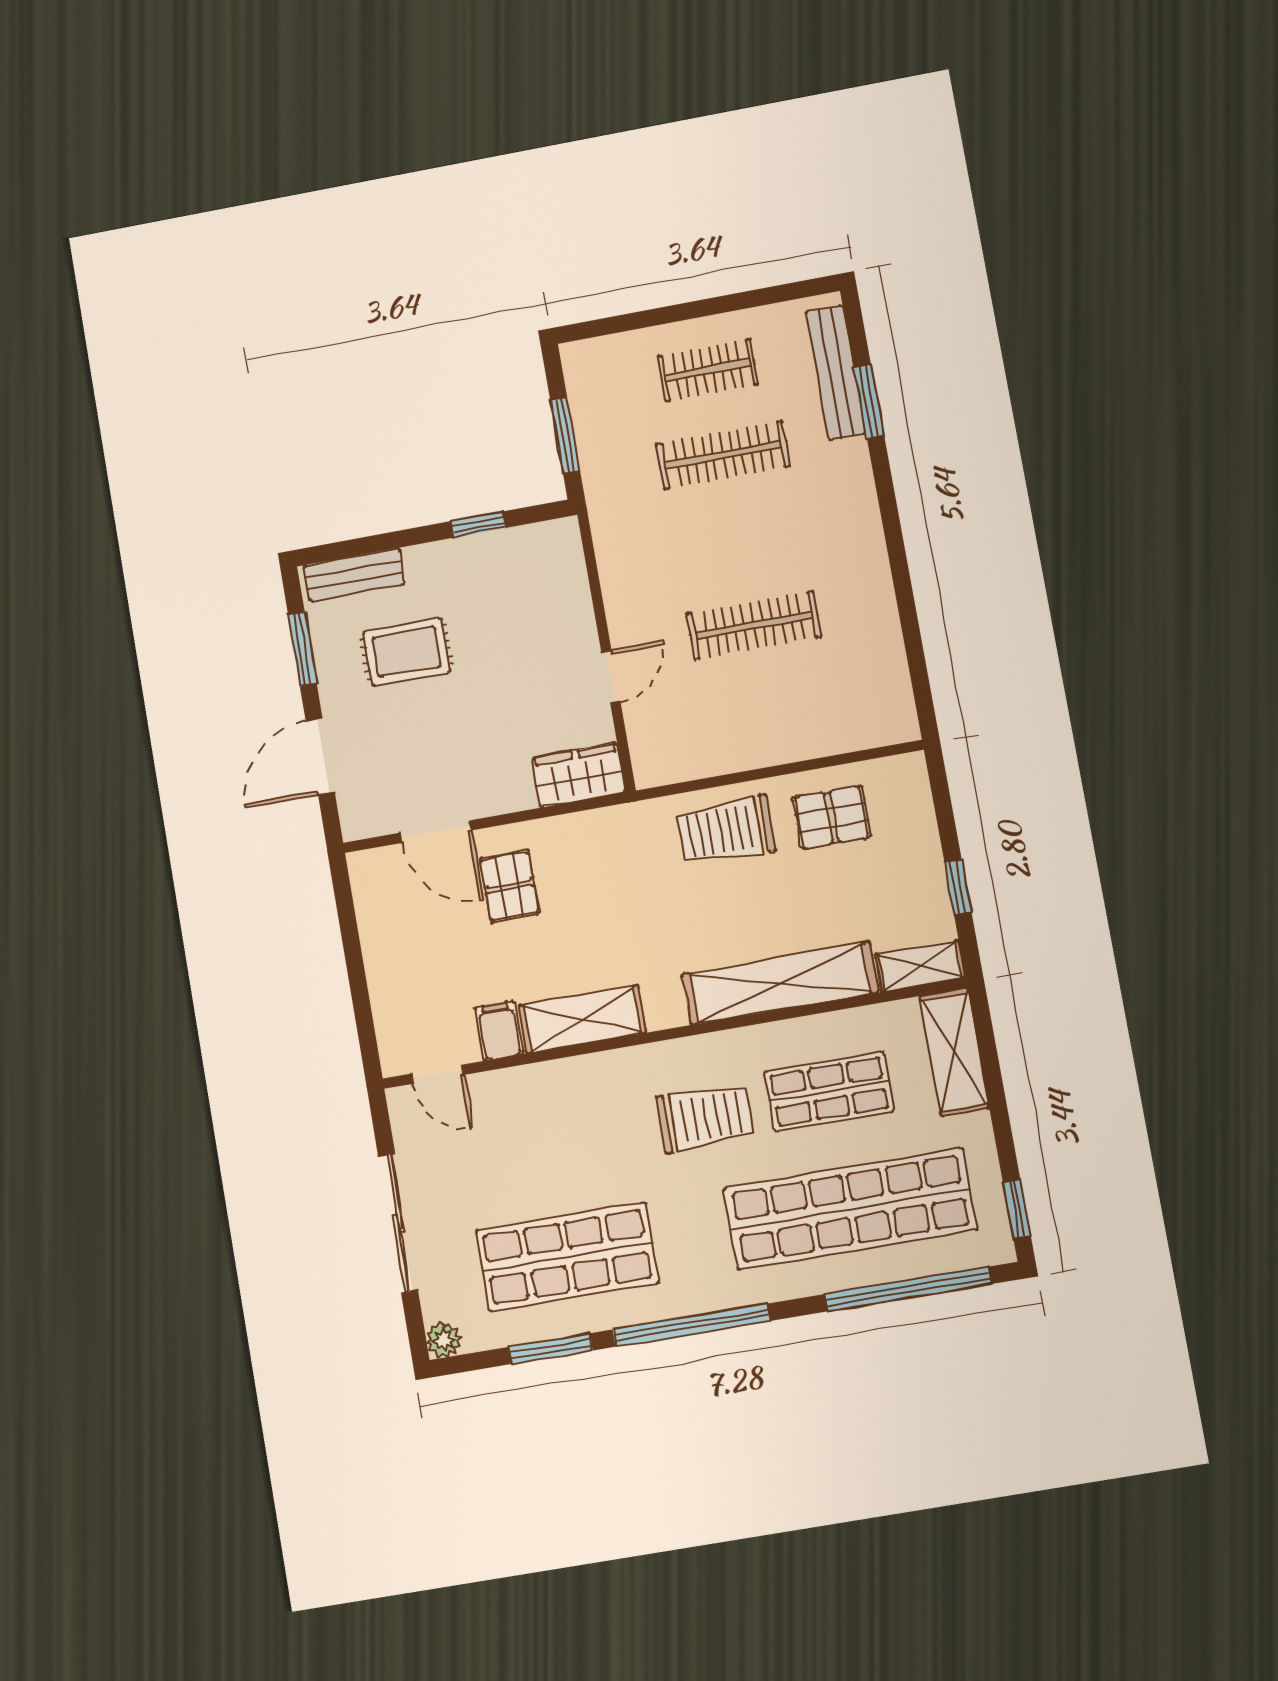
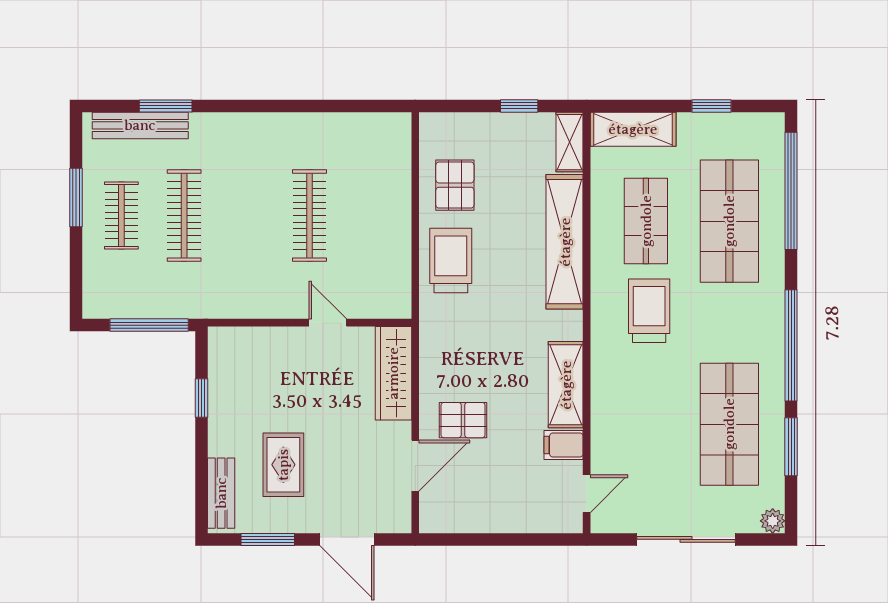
window: (722, 305) -> (76, 197), added
window: (565, 435) -> (149, 325), width x1.44
wardrobe: (579, 775) -> (393, 373), width x1.50
trolley: (726, 830) -> (451, 260), turned 180
shop shelf: (850, 1209) -> (729, 221), width x0.71
window: (1017, 1209) -> (712, 106), moved

